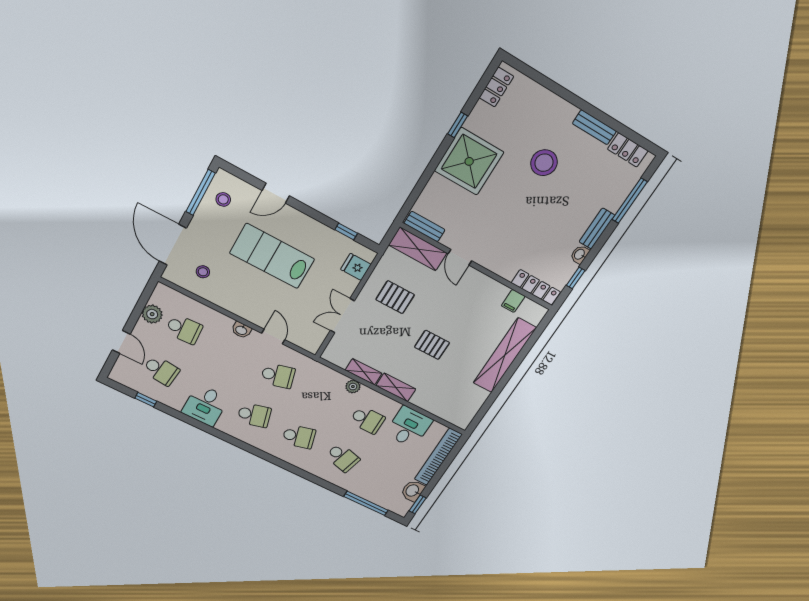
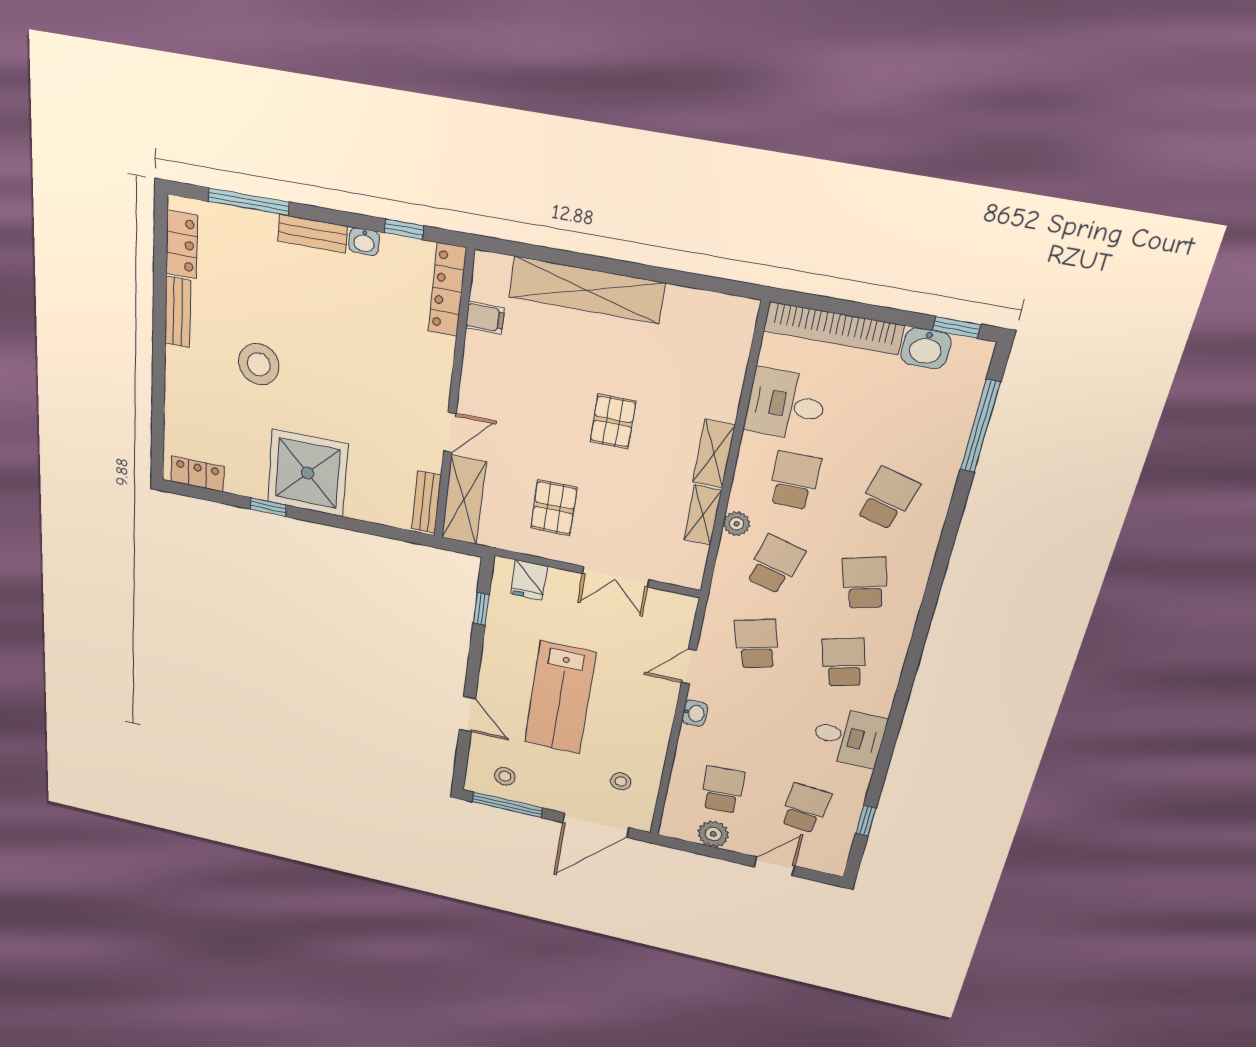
school desk: (323, 398) -> (775, 564), added

